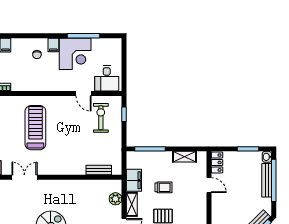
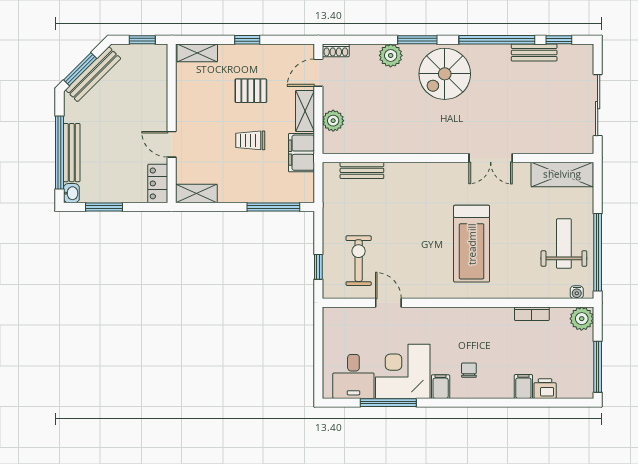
desk: (107, 78) -> (353, 376), moved, turned 180
exercise bike: (101, 118) -> (359, 261), turned 180
shelving: (184, 157) -> (196, 194), moved

